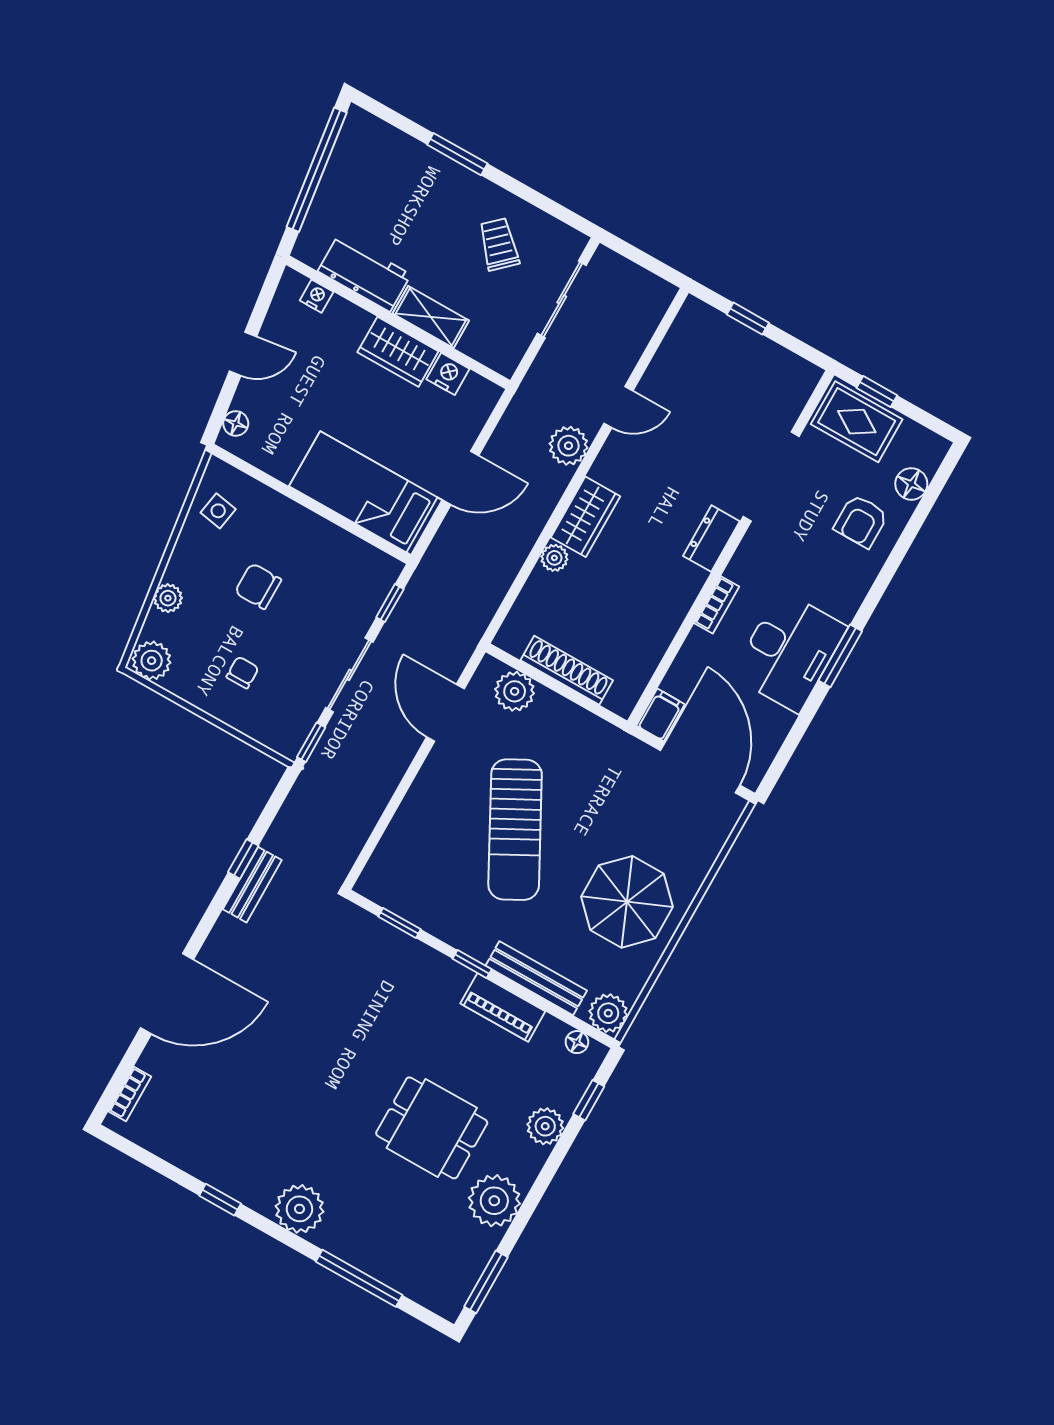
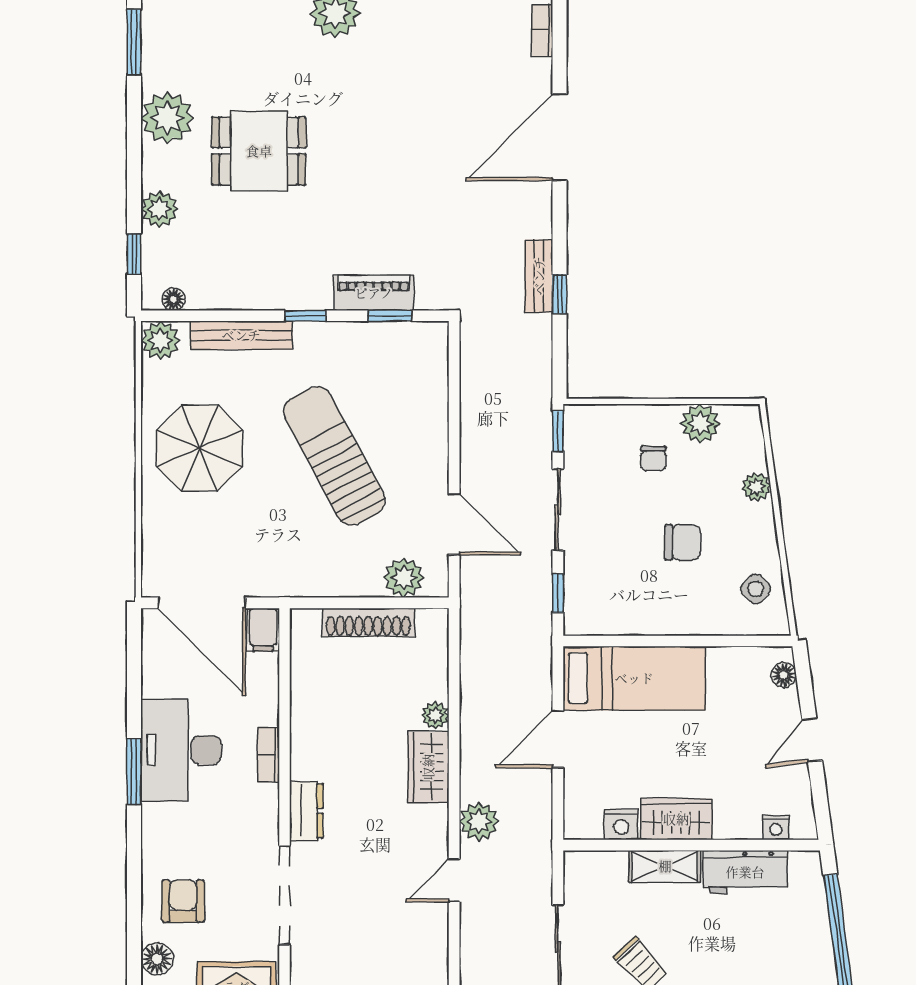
side table: (218, 511) -> (756, 589), turned 35
plant: (152, 661) -> (700, 424), moved
piano: (503, 1007) -> (374, 293), moved

